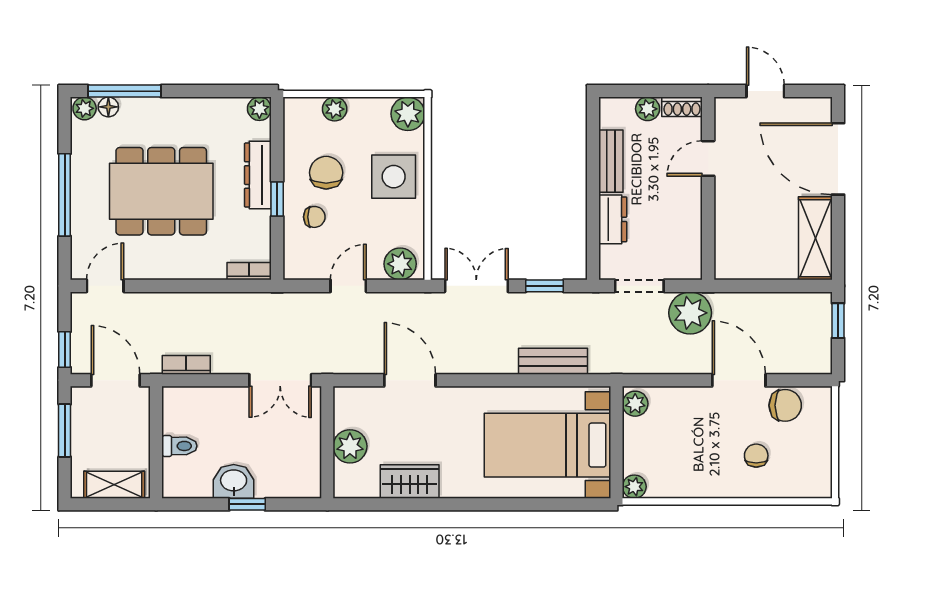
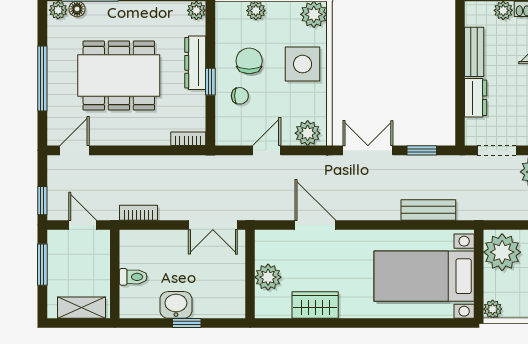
door: (116, 380) -> (83, 225), width x0.73
plant: (635, 404) -> (502, 252), width x1.87, depth x1.87

